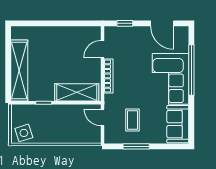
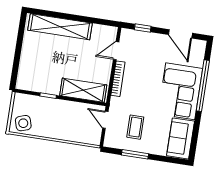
shelving: (19, 70) -> (60, 27), moved, turned 90

